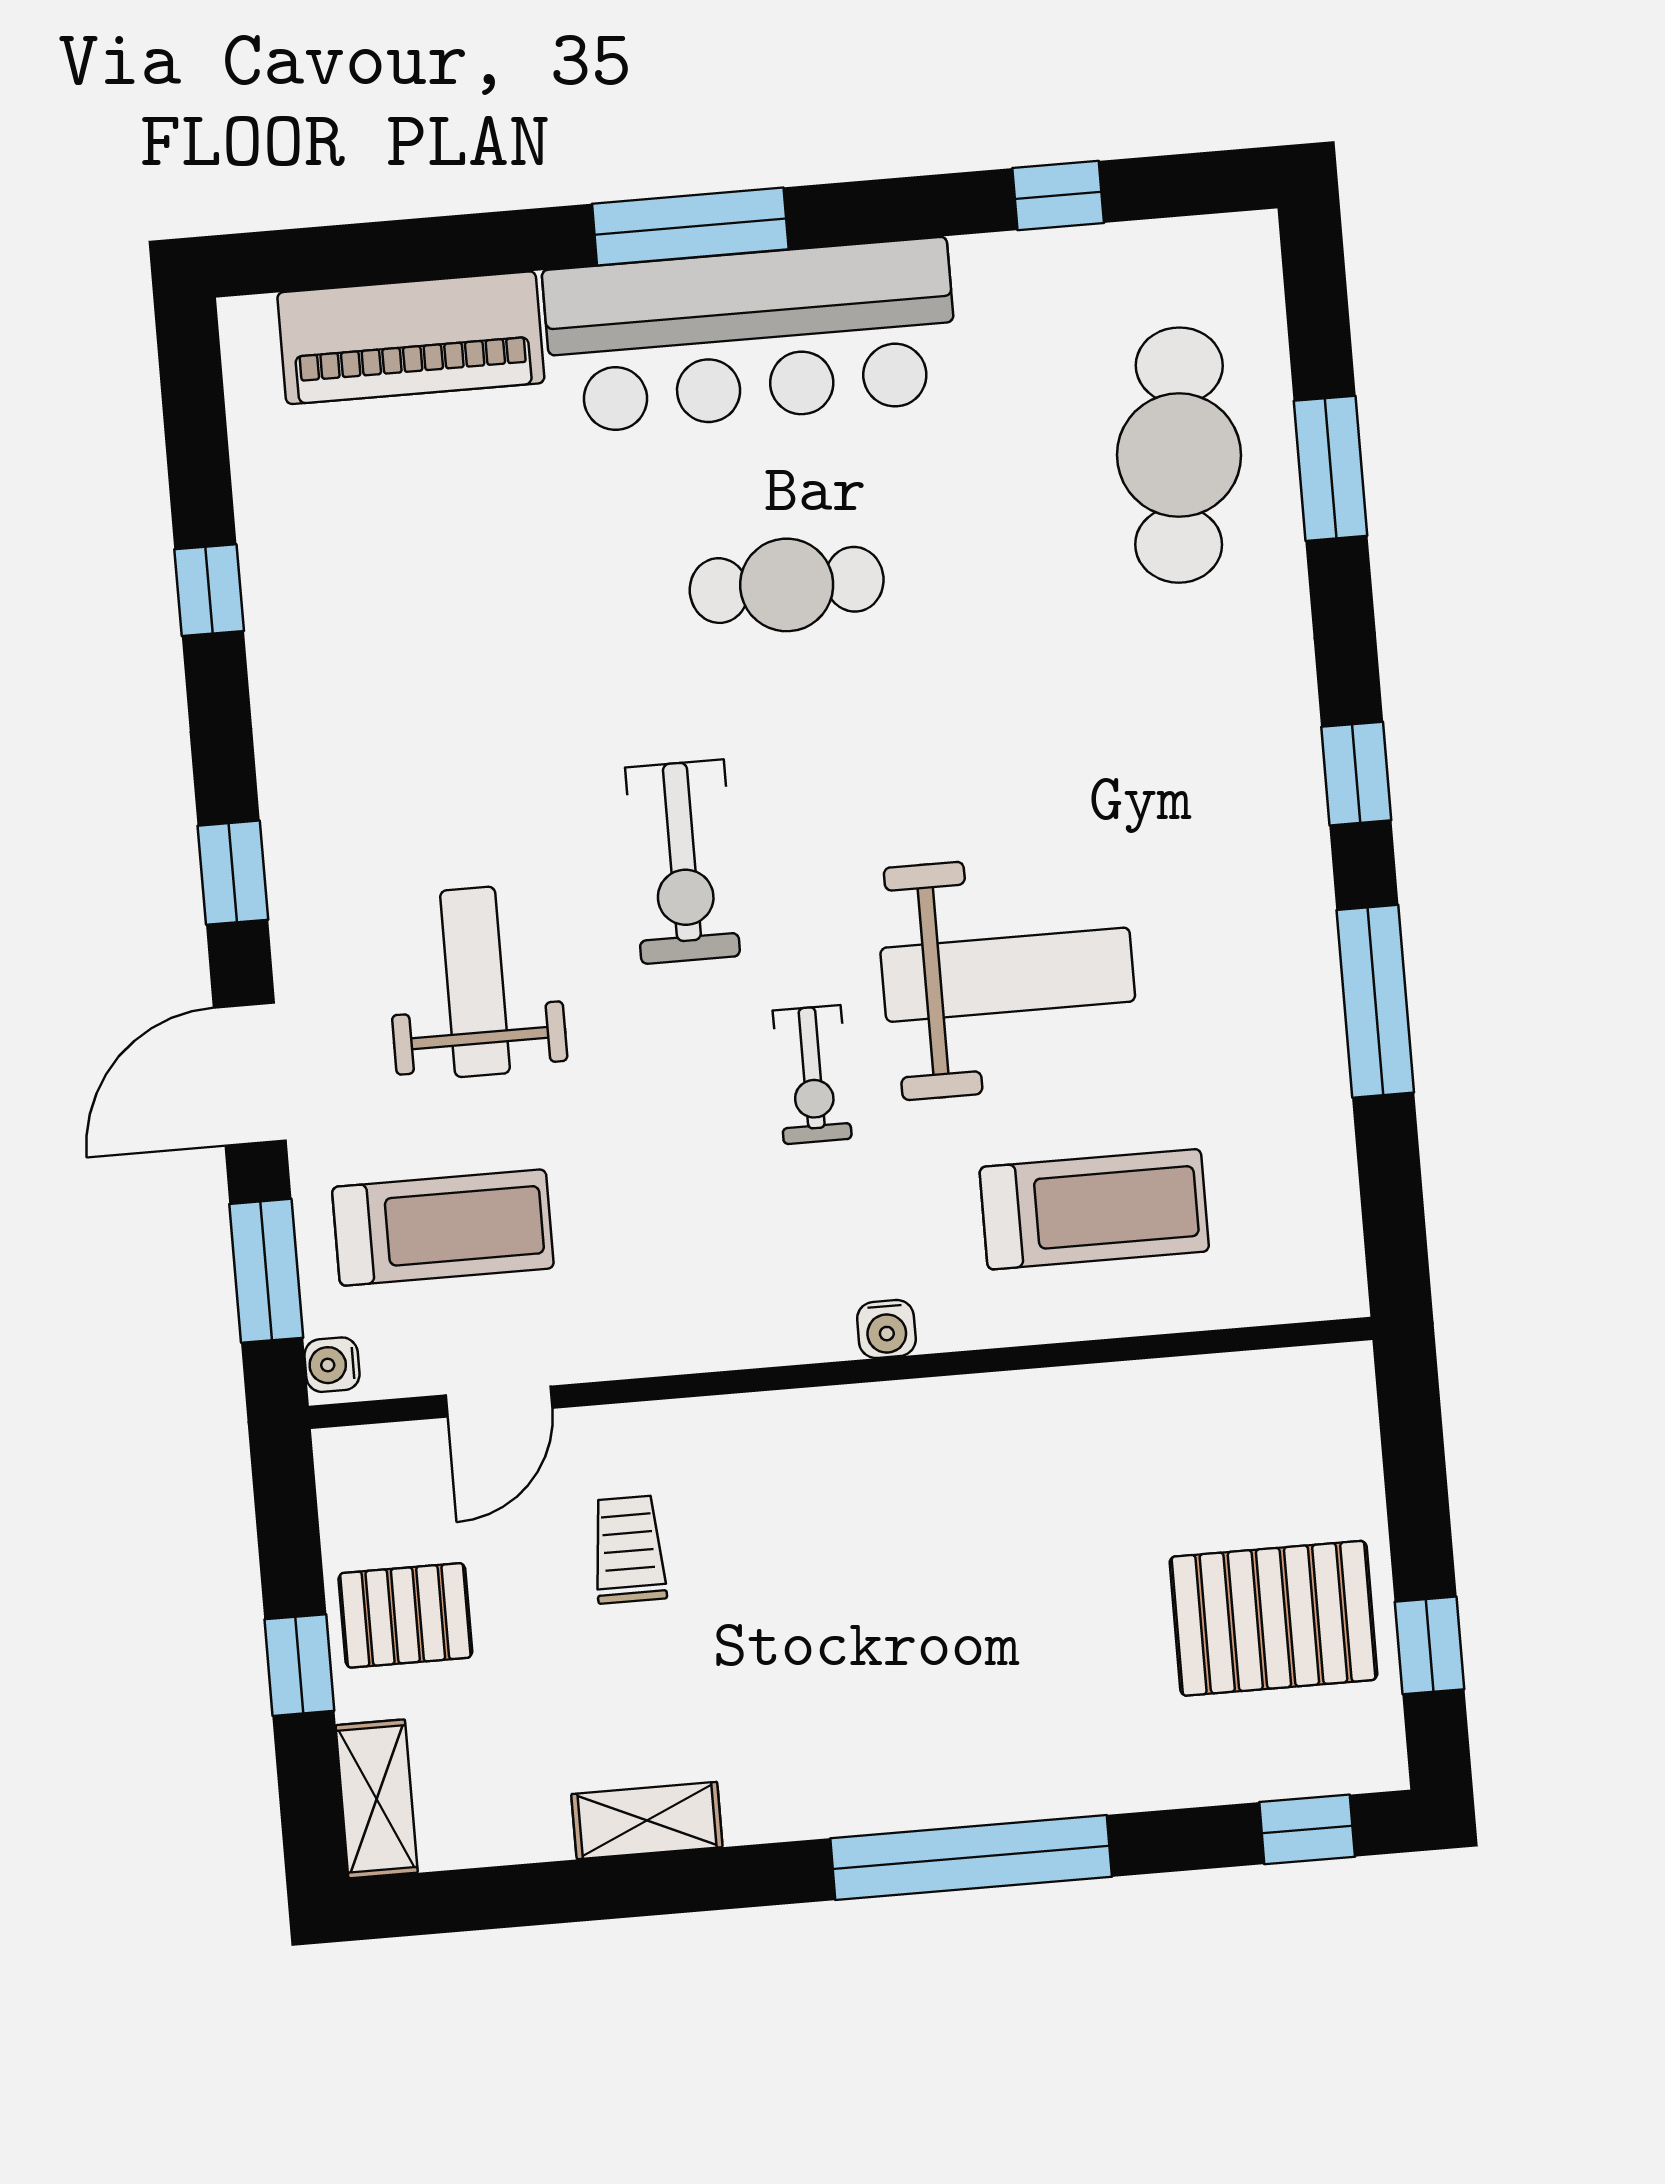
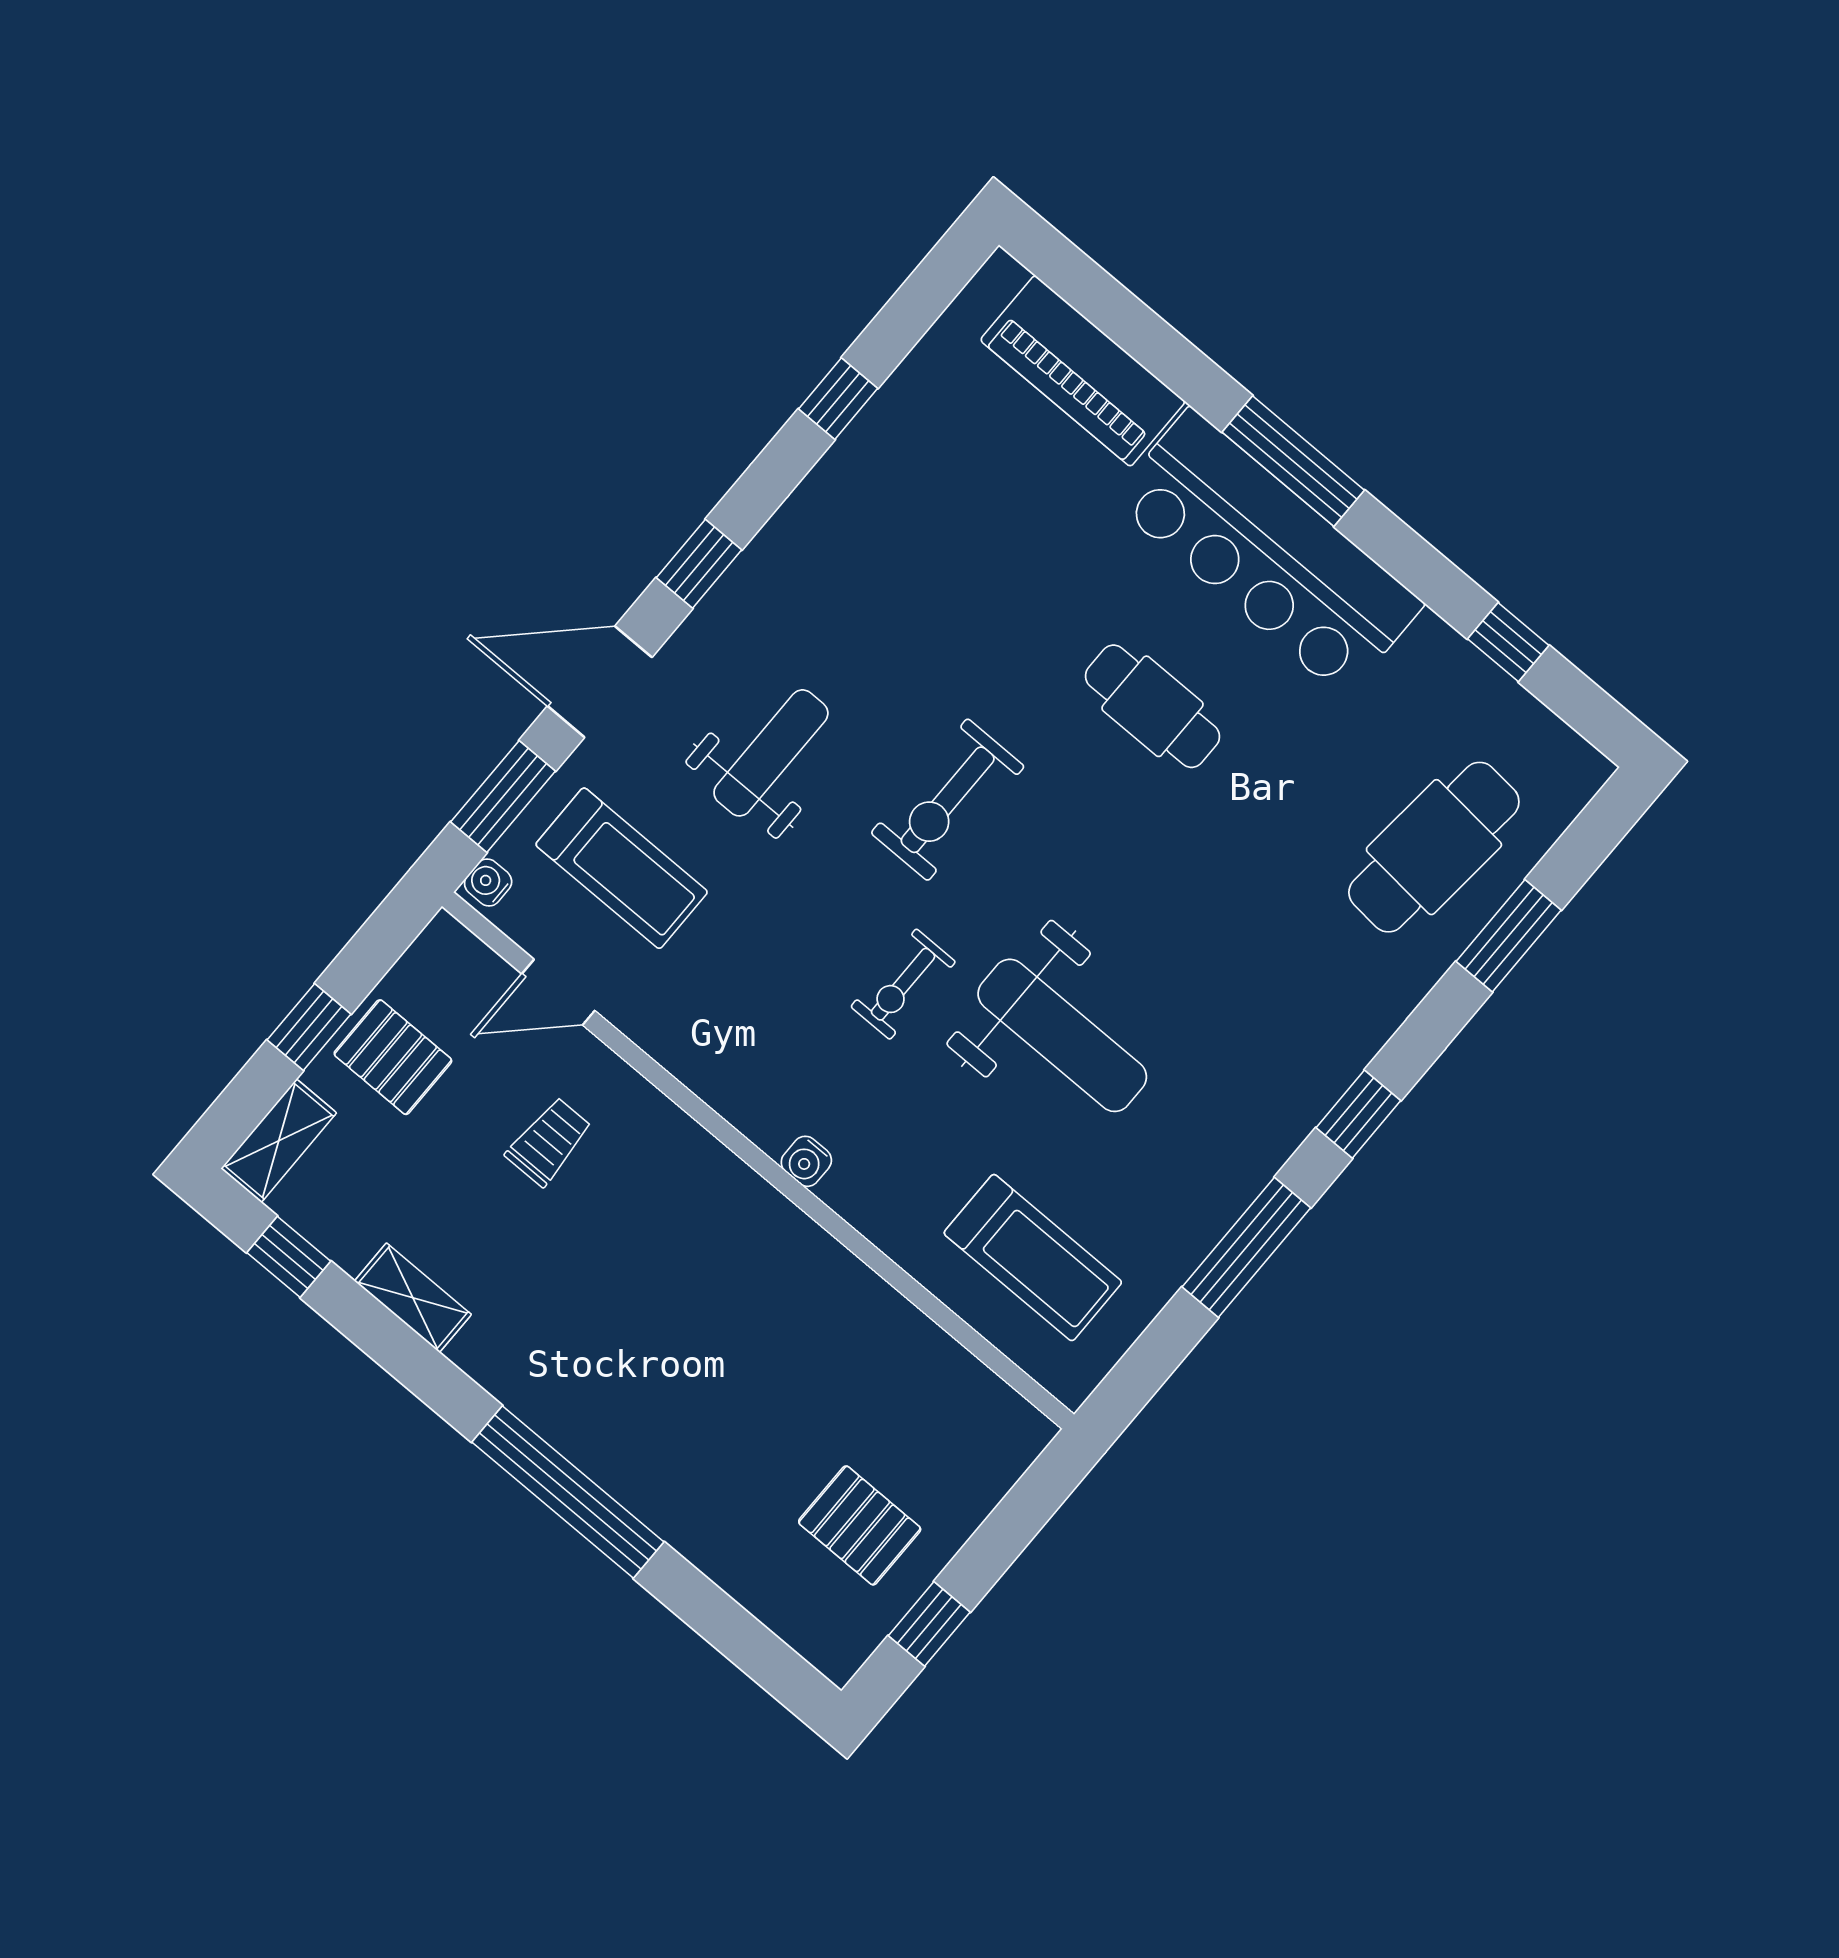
treadmill: (1094, 1209) -> (1033, 1258), moved
pallet: (1273, 1618) -> (860, 1525), width x0.67, depth x0.71
window: (1307, 1829) -> (289, 1257), moved

